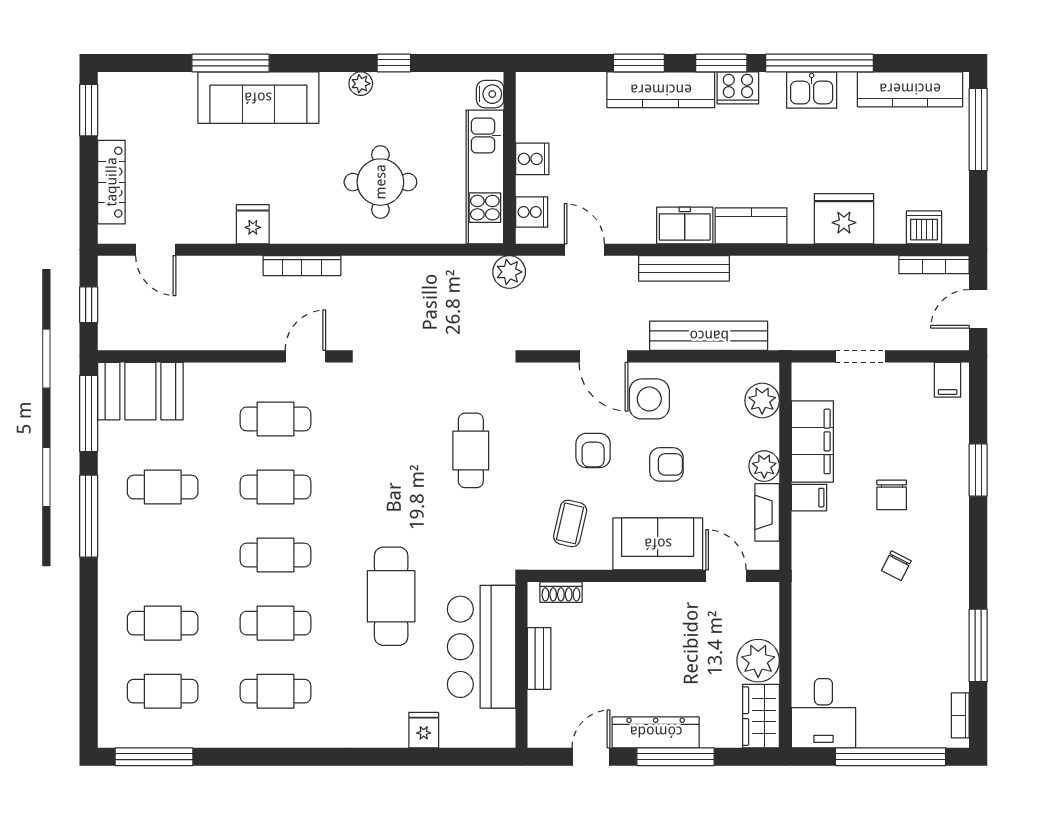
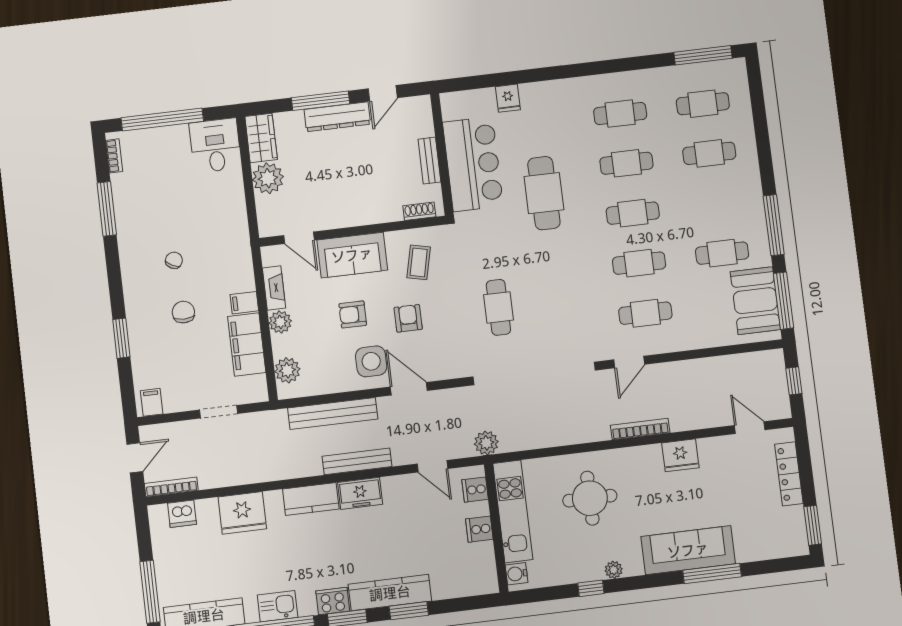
fridge: (253, 224) -> (680, 455), width x1.38
booth: (140, 391) -> (755, 301), moved, turned 90

